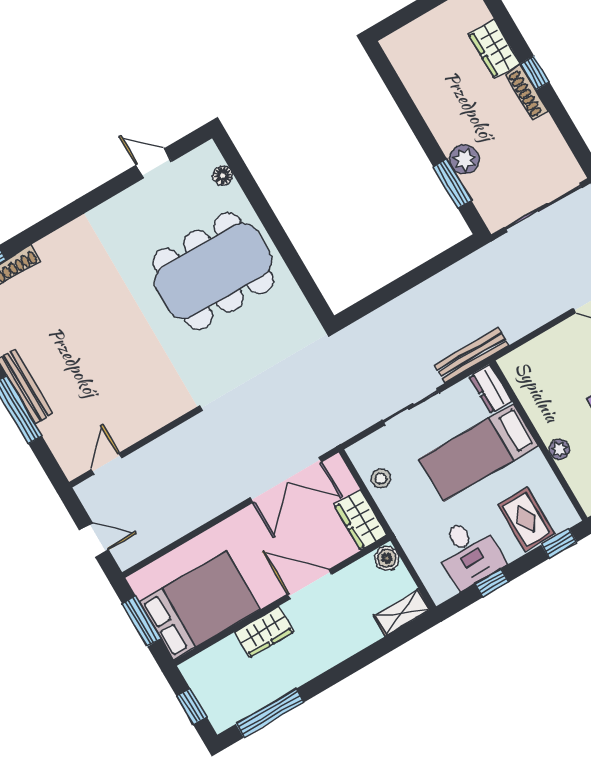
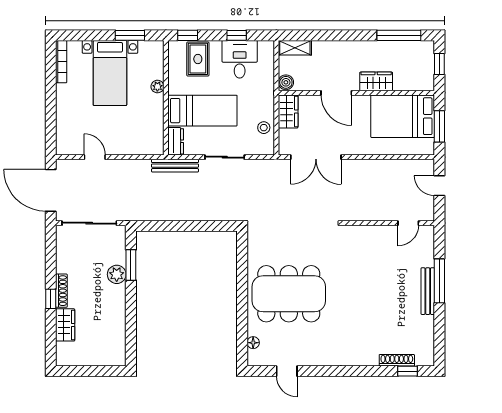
double door: (286, 480) -> (316, 157), swing flipped

